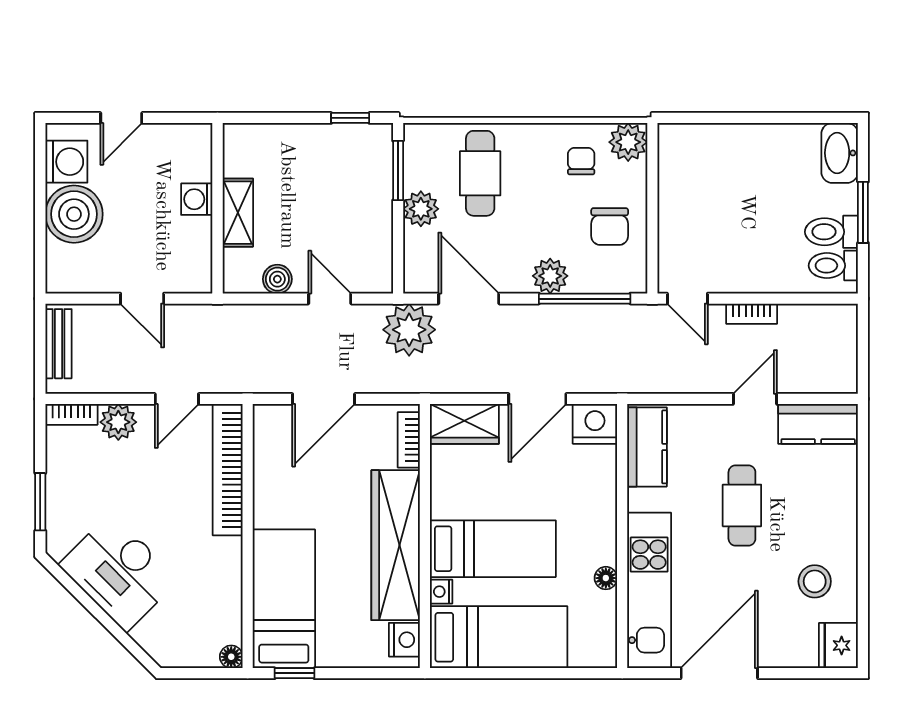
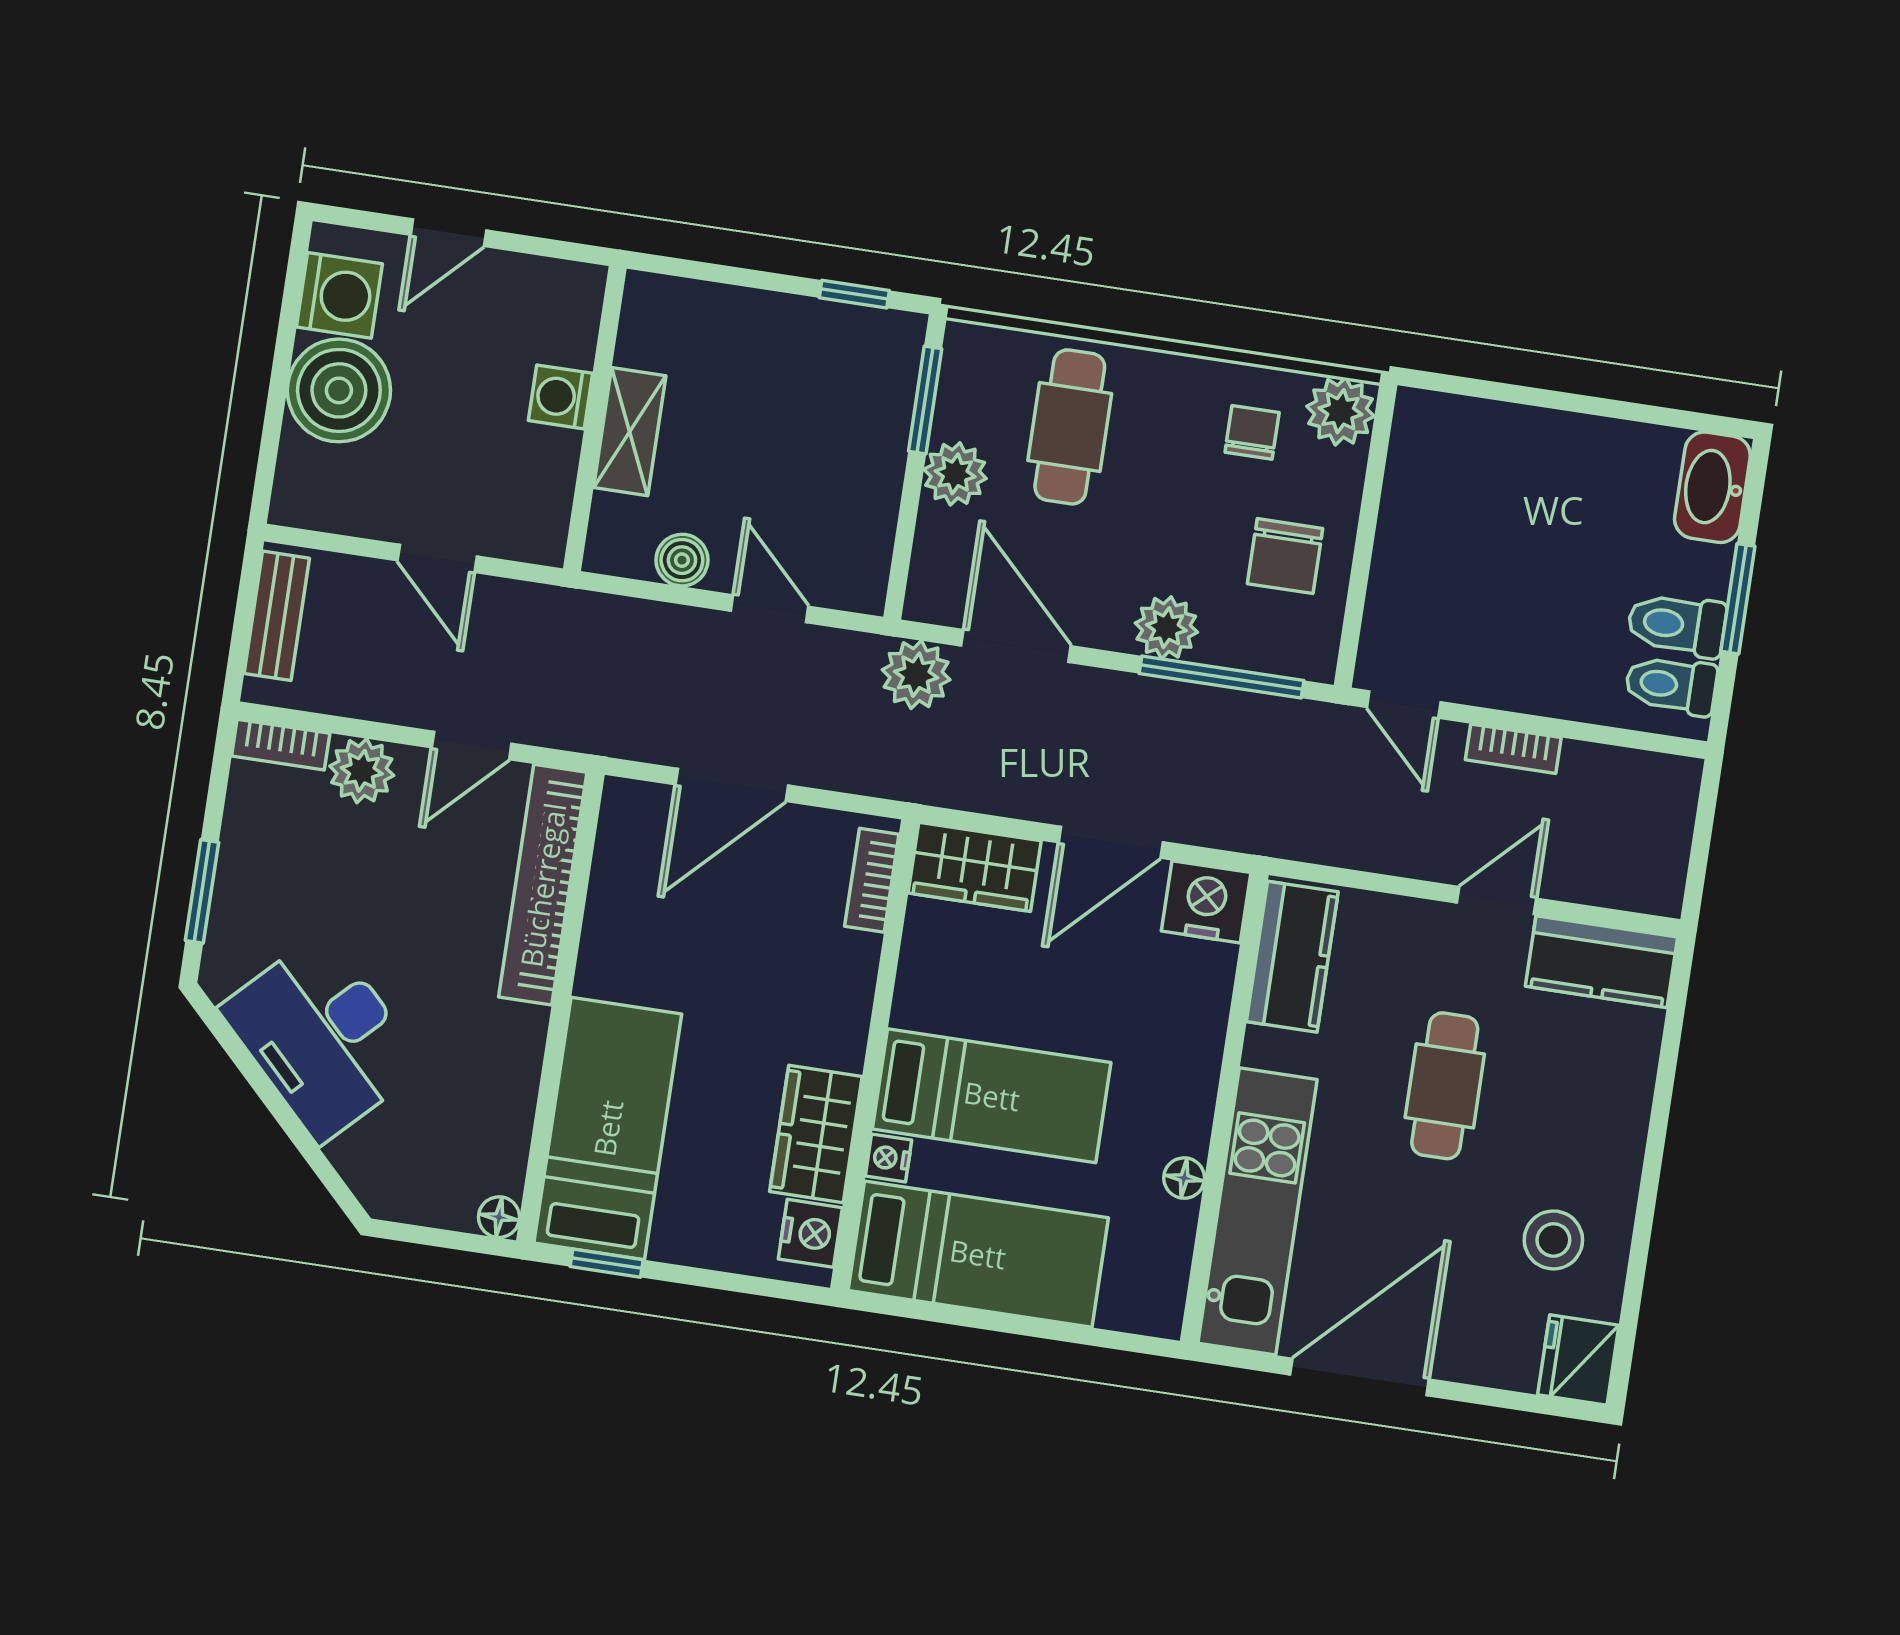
plant: (409, 330) -> (916, 675), width x0.73, depth x0.73
wardrobe: (396, 545) -> (816, 1134), width x0.48, depth x0.85

